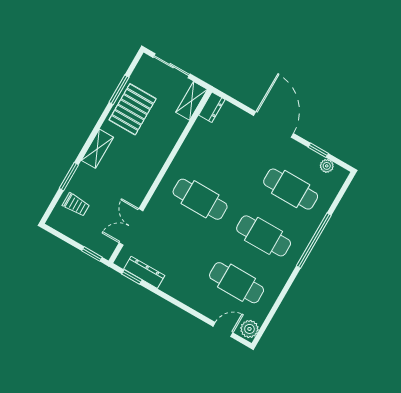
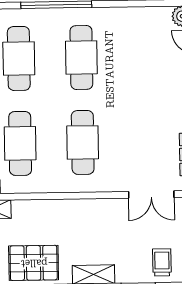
cafe table: (237, 283) -> (20, 143), moved

